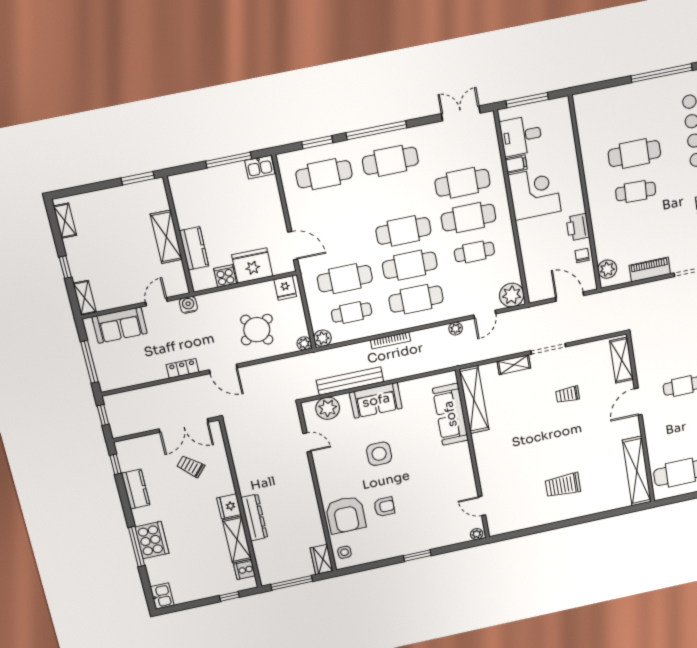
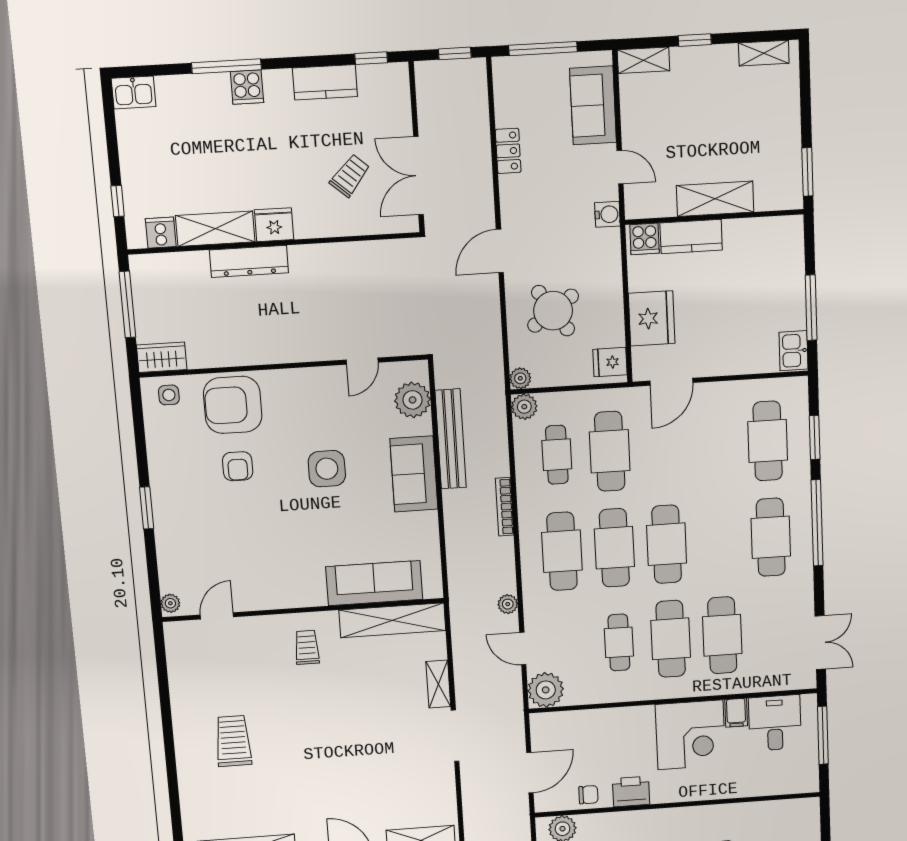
cooker: (225, 276) -> (645, 239), moved, turned 90
locker: (182, 368) -> (508, 151), moved
trolley: (568, 395) -> (307, 647), moved
cooker: (152, 540) -> (247, 87), width x0.53, depth x0.76

